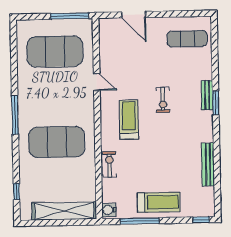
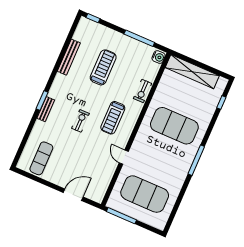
door: (134, 15) -> (73, 195), hinge flipped
exercise mat: (187, 39) -> (41, 158), turned 90
treadmill: (159, 202) -> (103, 67), moved, turned 90

